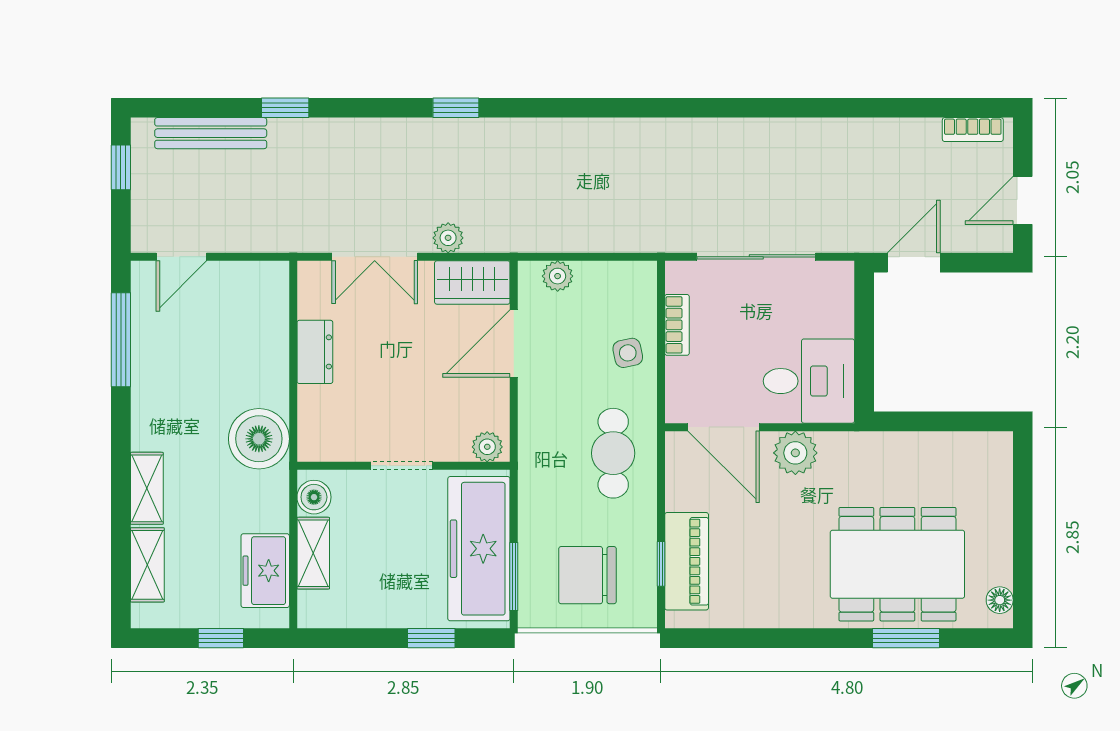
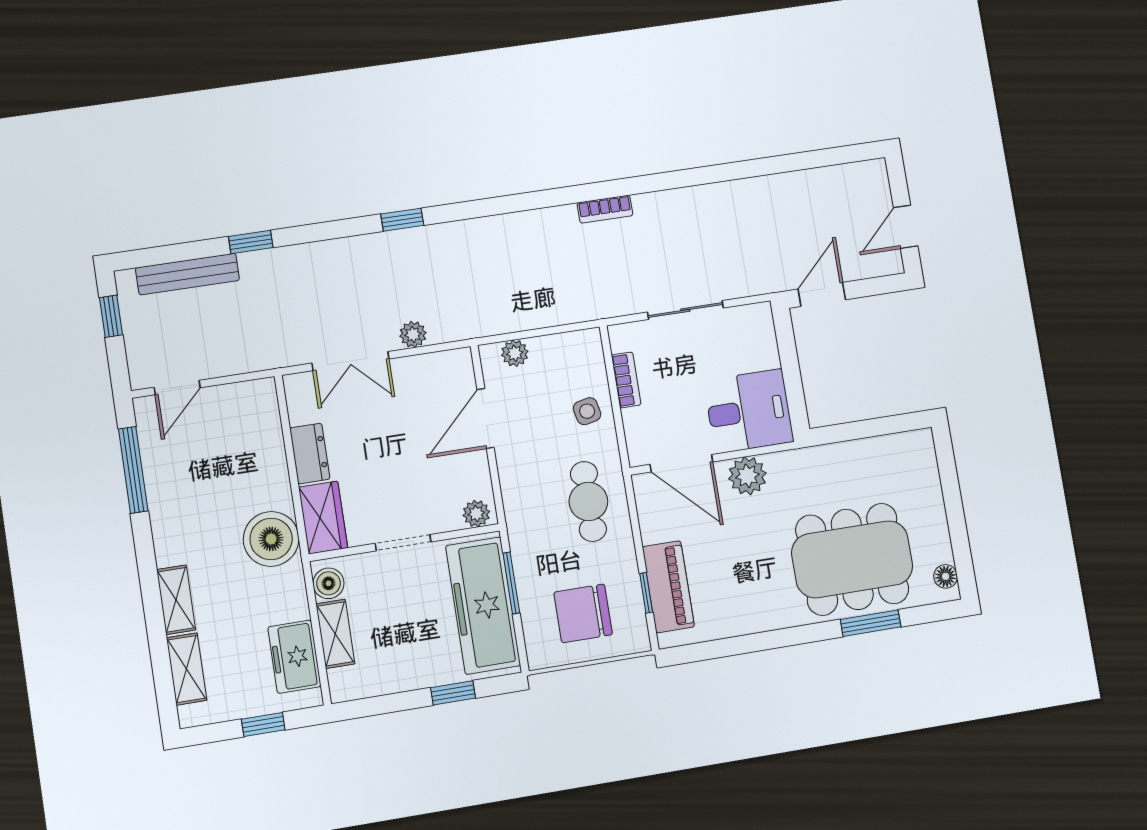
bookcase: (973, 130) -> (605, 209), moved
sliding door: (756, 257) -> (685, 310), width x0.73
wardrobe: (472, 283) -> (323, 518), moved, turned -90
window: (514, 576) -> (511, 583), moved

